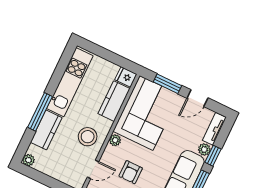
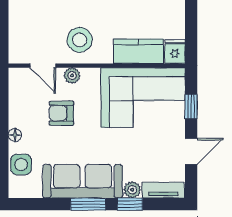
window: (167, 84) -> (191, 106), width x0.67
door: (197, 98) -> (191, 151), swing flipped
plant: (115, 140) -> (72, 76), moved

